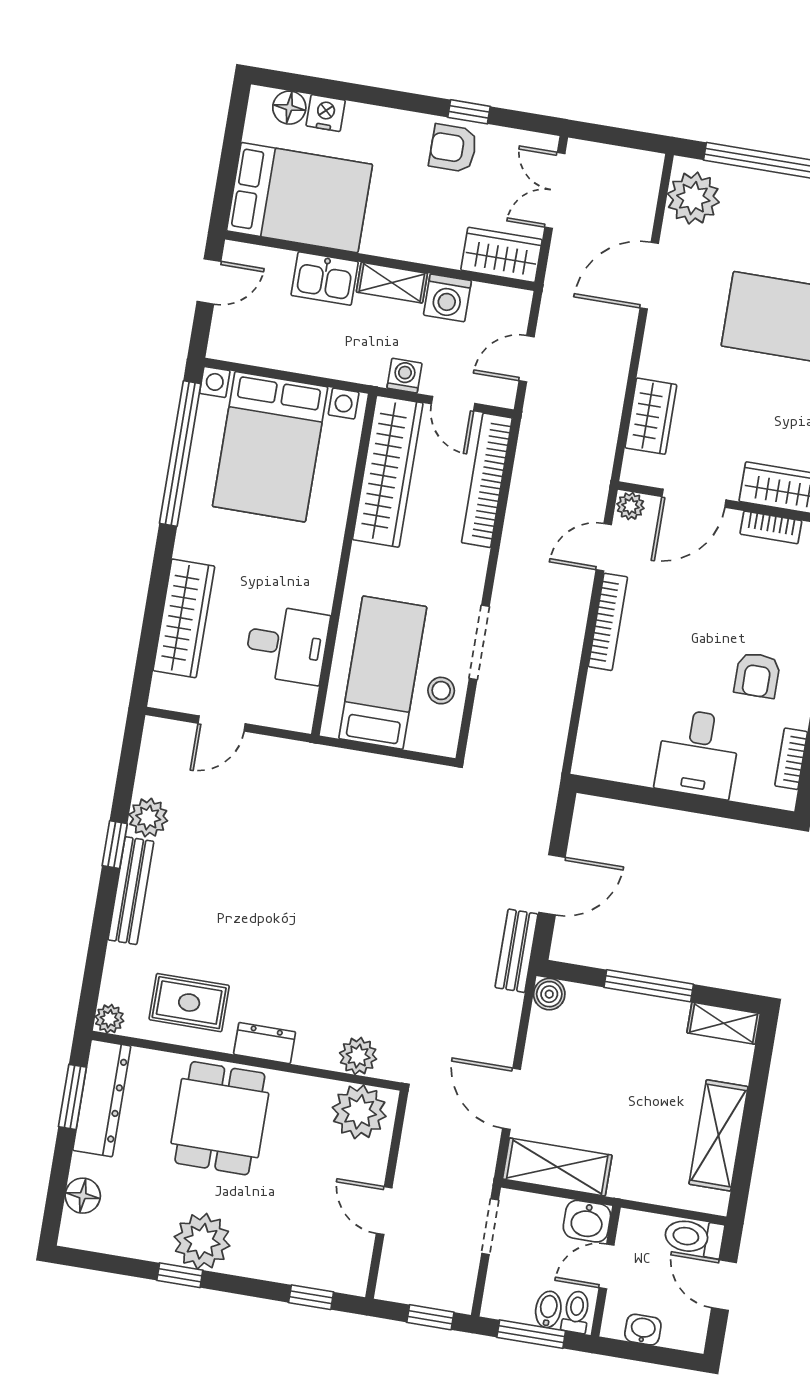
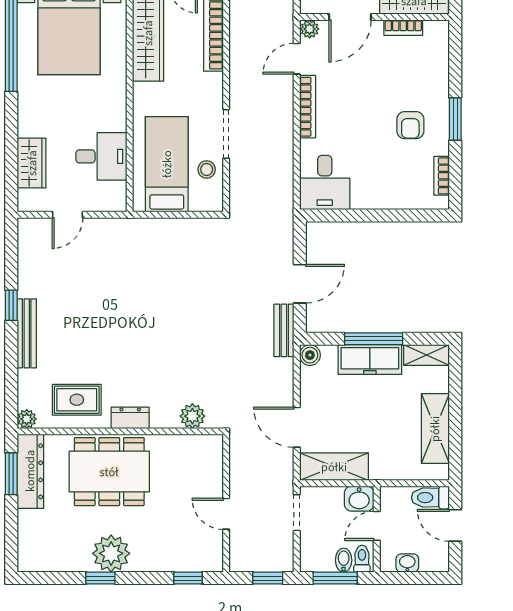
wardrobe: (184, 618) -> (32, 163), width x0.67
desk: (698, 753) -> (325, 182), moved
plant: (148, 818) -> (30, 284), removed
freezer: (638, 1016) -> (370, 360), added
plant: (359, 1112) -> (199, 452), removed
dining table: (220, 1118) -> (109, 472), width x1.38
floor lamp: (83, 1196) -> (29, 537), removed

